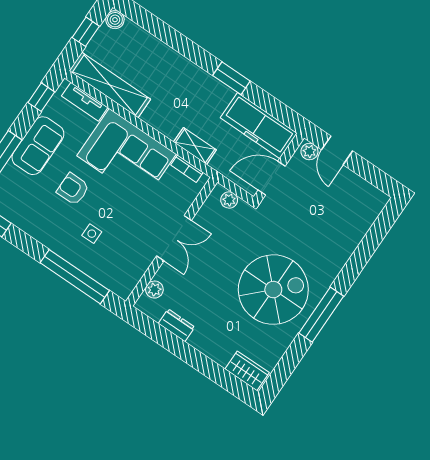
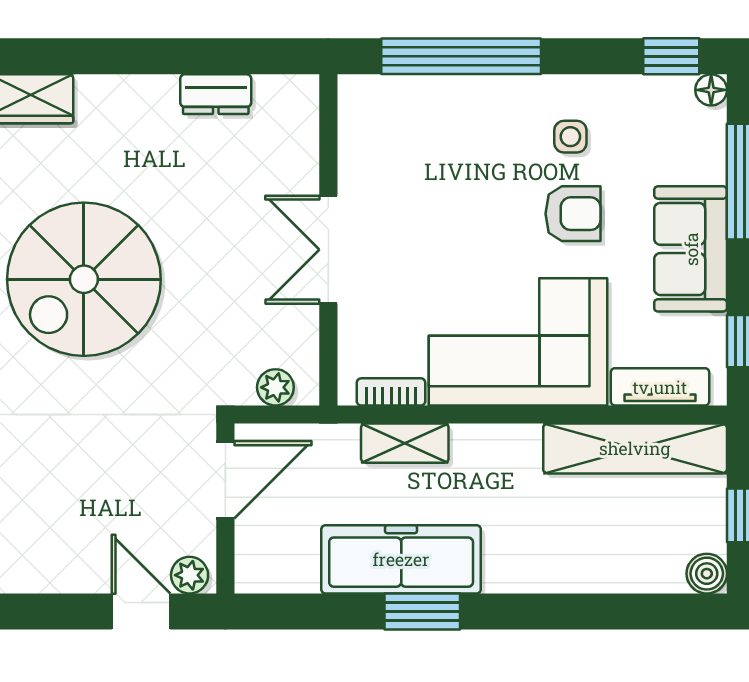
freezer: (259, 126) -> (401, 559), moved
side table: (92, 234) -> (570, 137), moved
plant: (154, 290) -> (300, 132), removed

